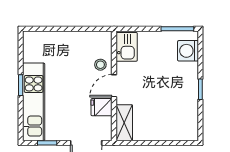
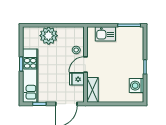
plant: (60, 44) -> (49, 36), added
kitchen sink: (127, 47) -> (105, 34), moved, turned 90
washing machine: (188, 51) -> (137, 86), moved

